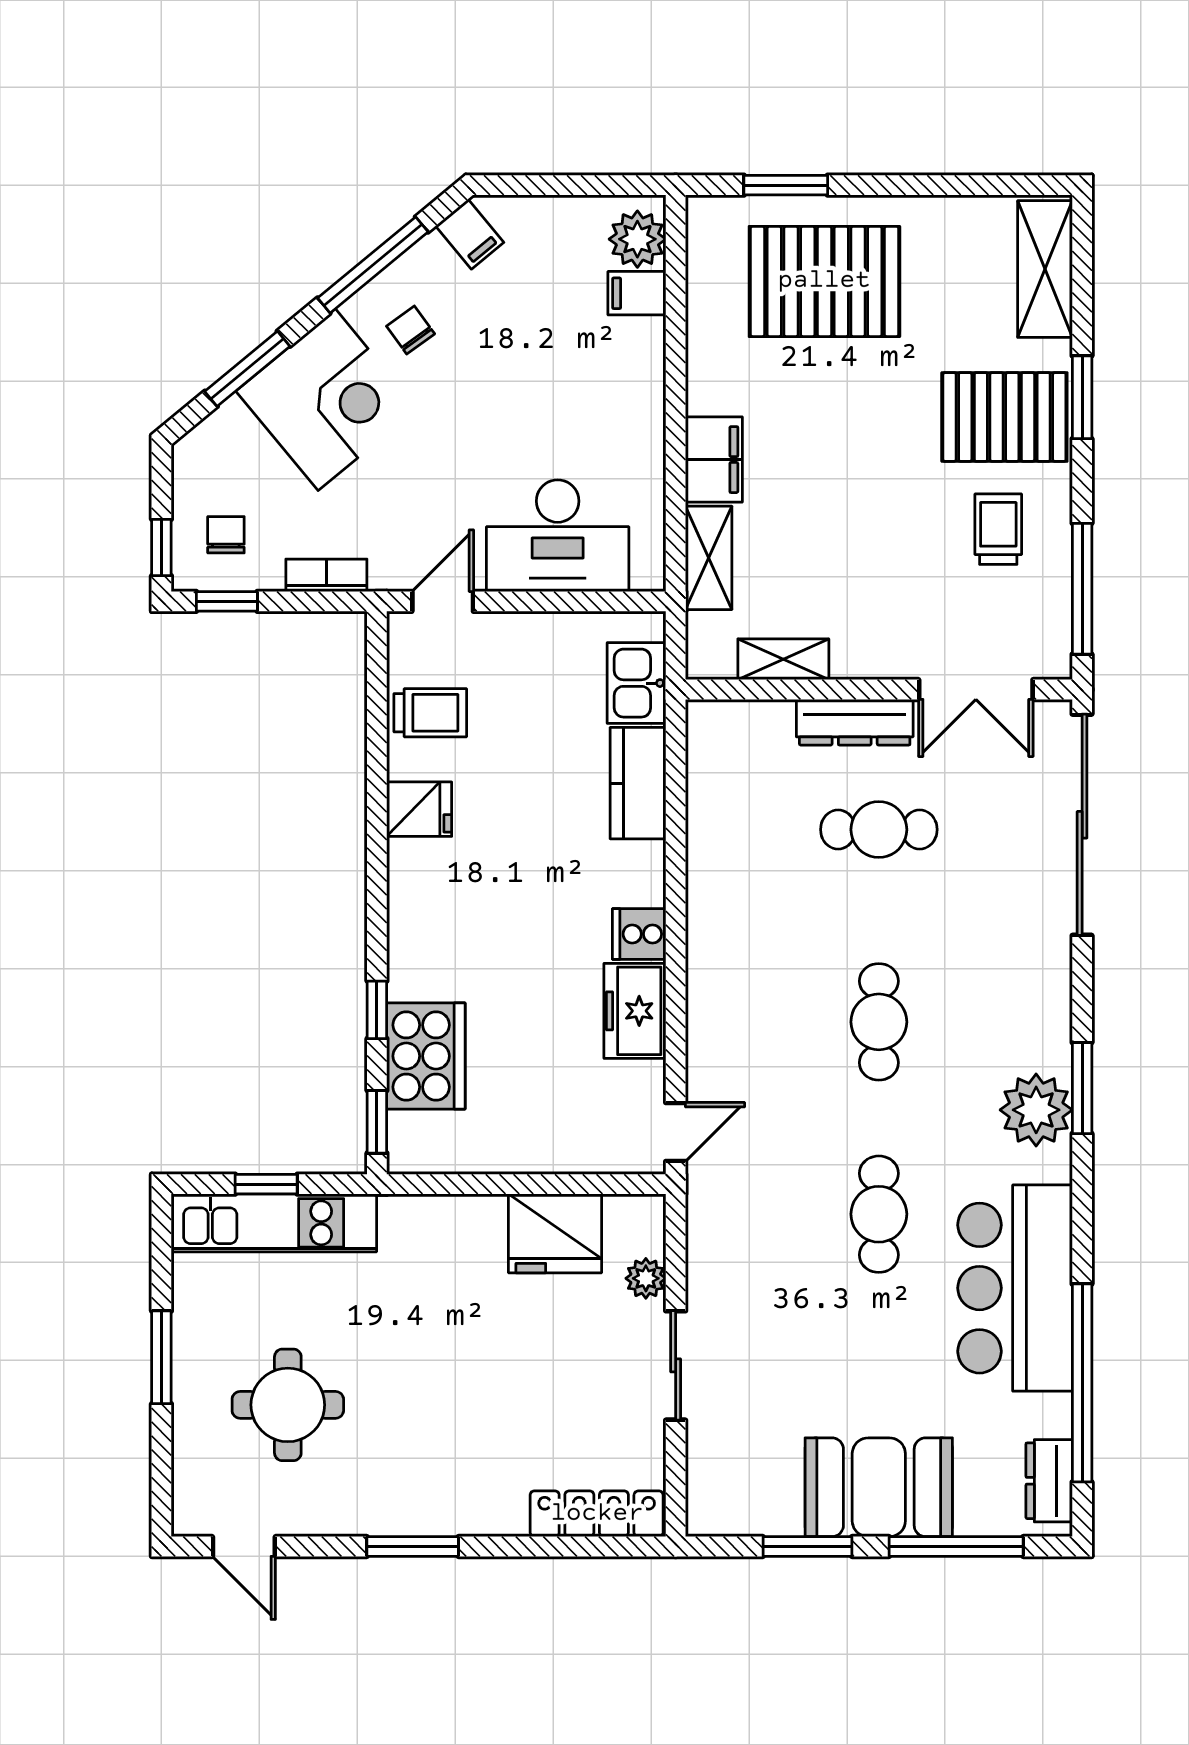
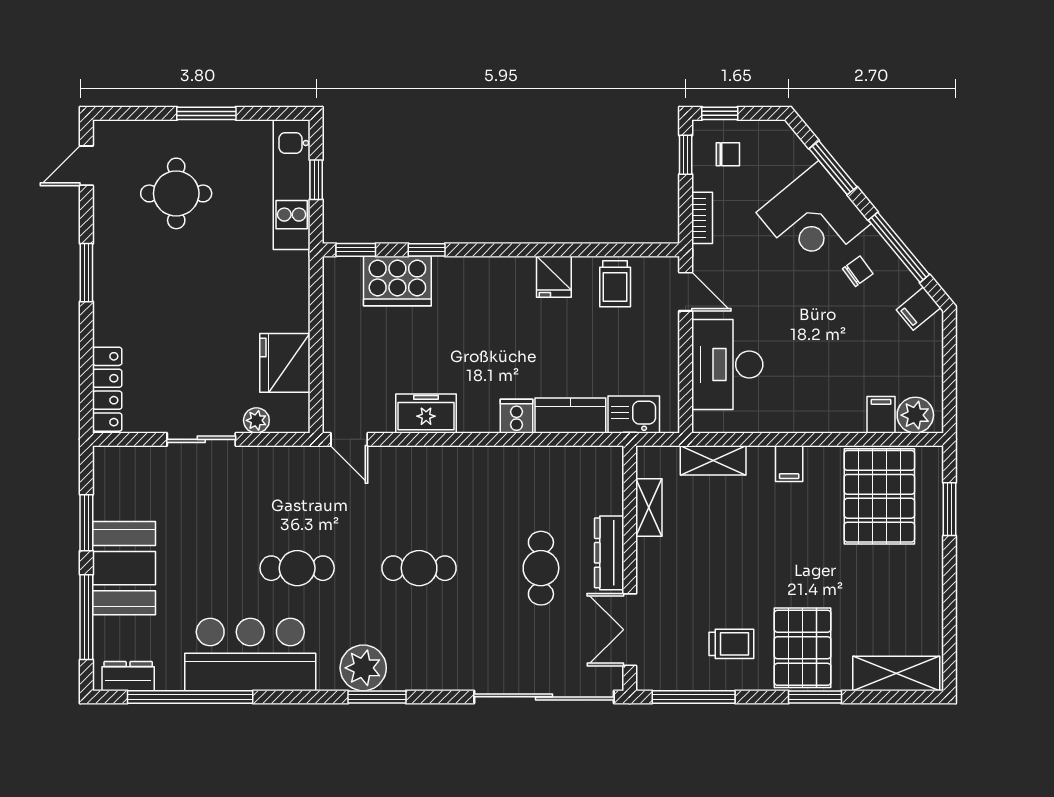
pallet: (824, 281) -> (879, 496), moved
filing cabinet: (714, 460) -> (789, 464), width x0.50
cooker: (639, 934) -> (516, 416), moved

